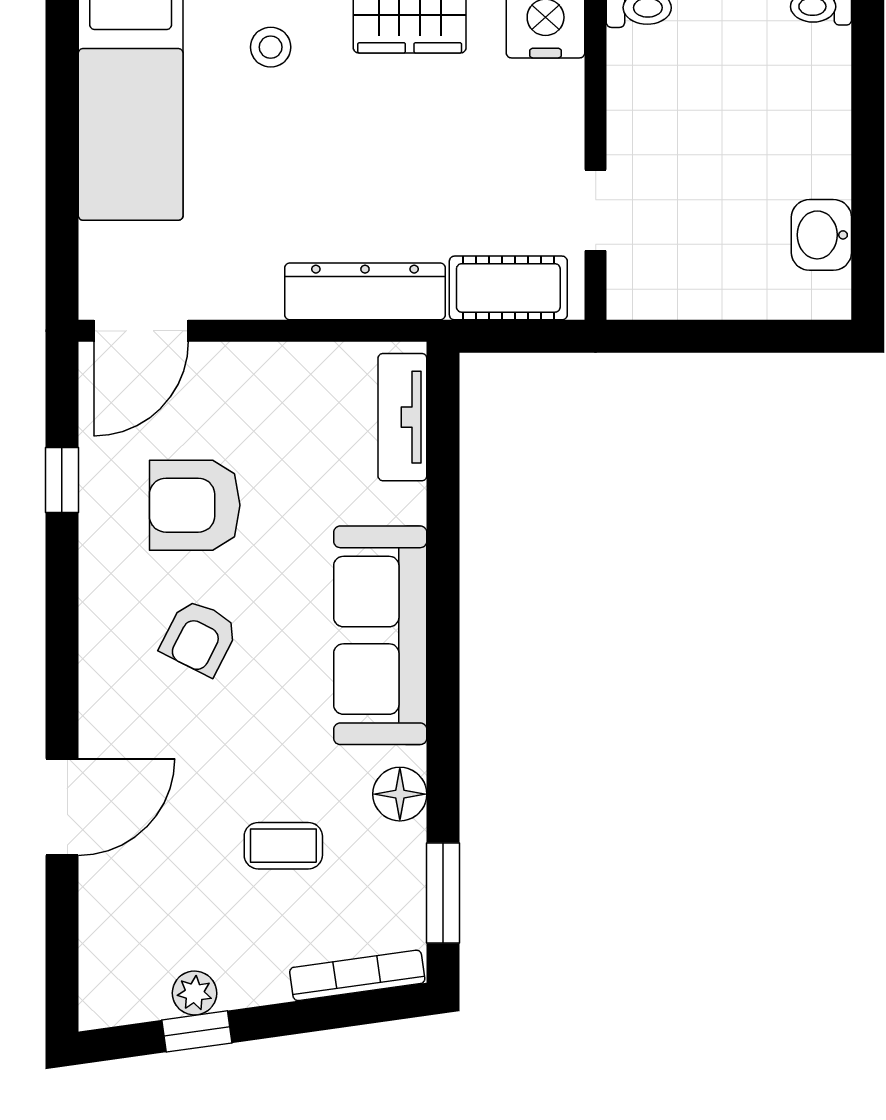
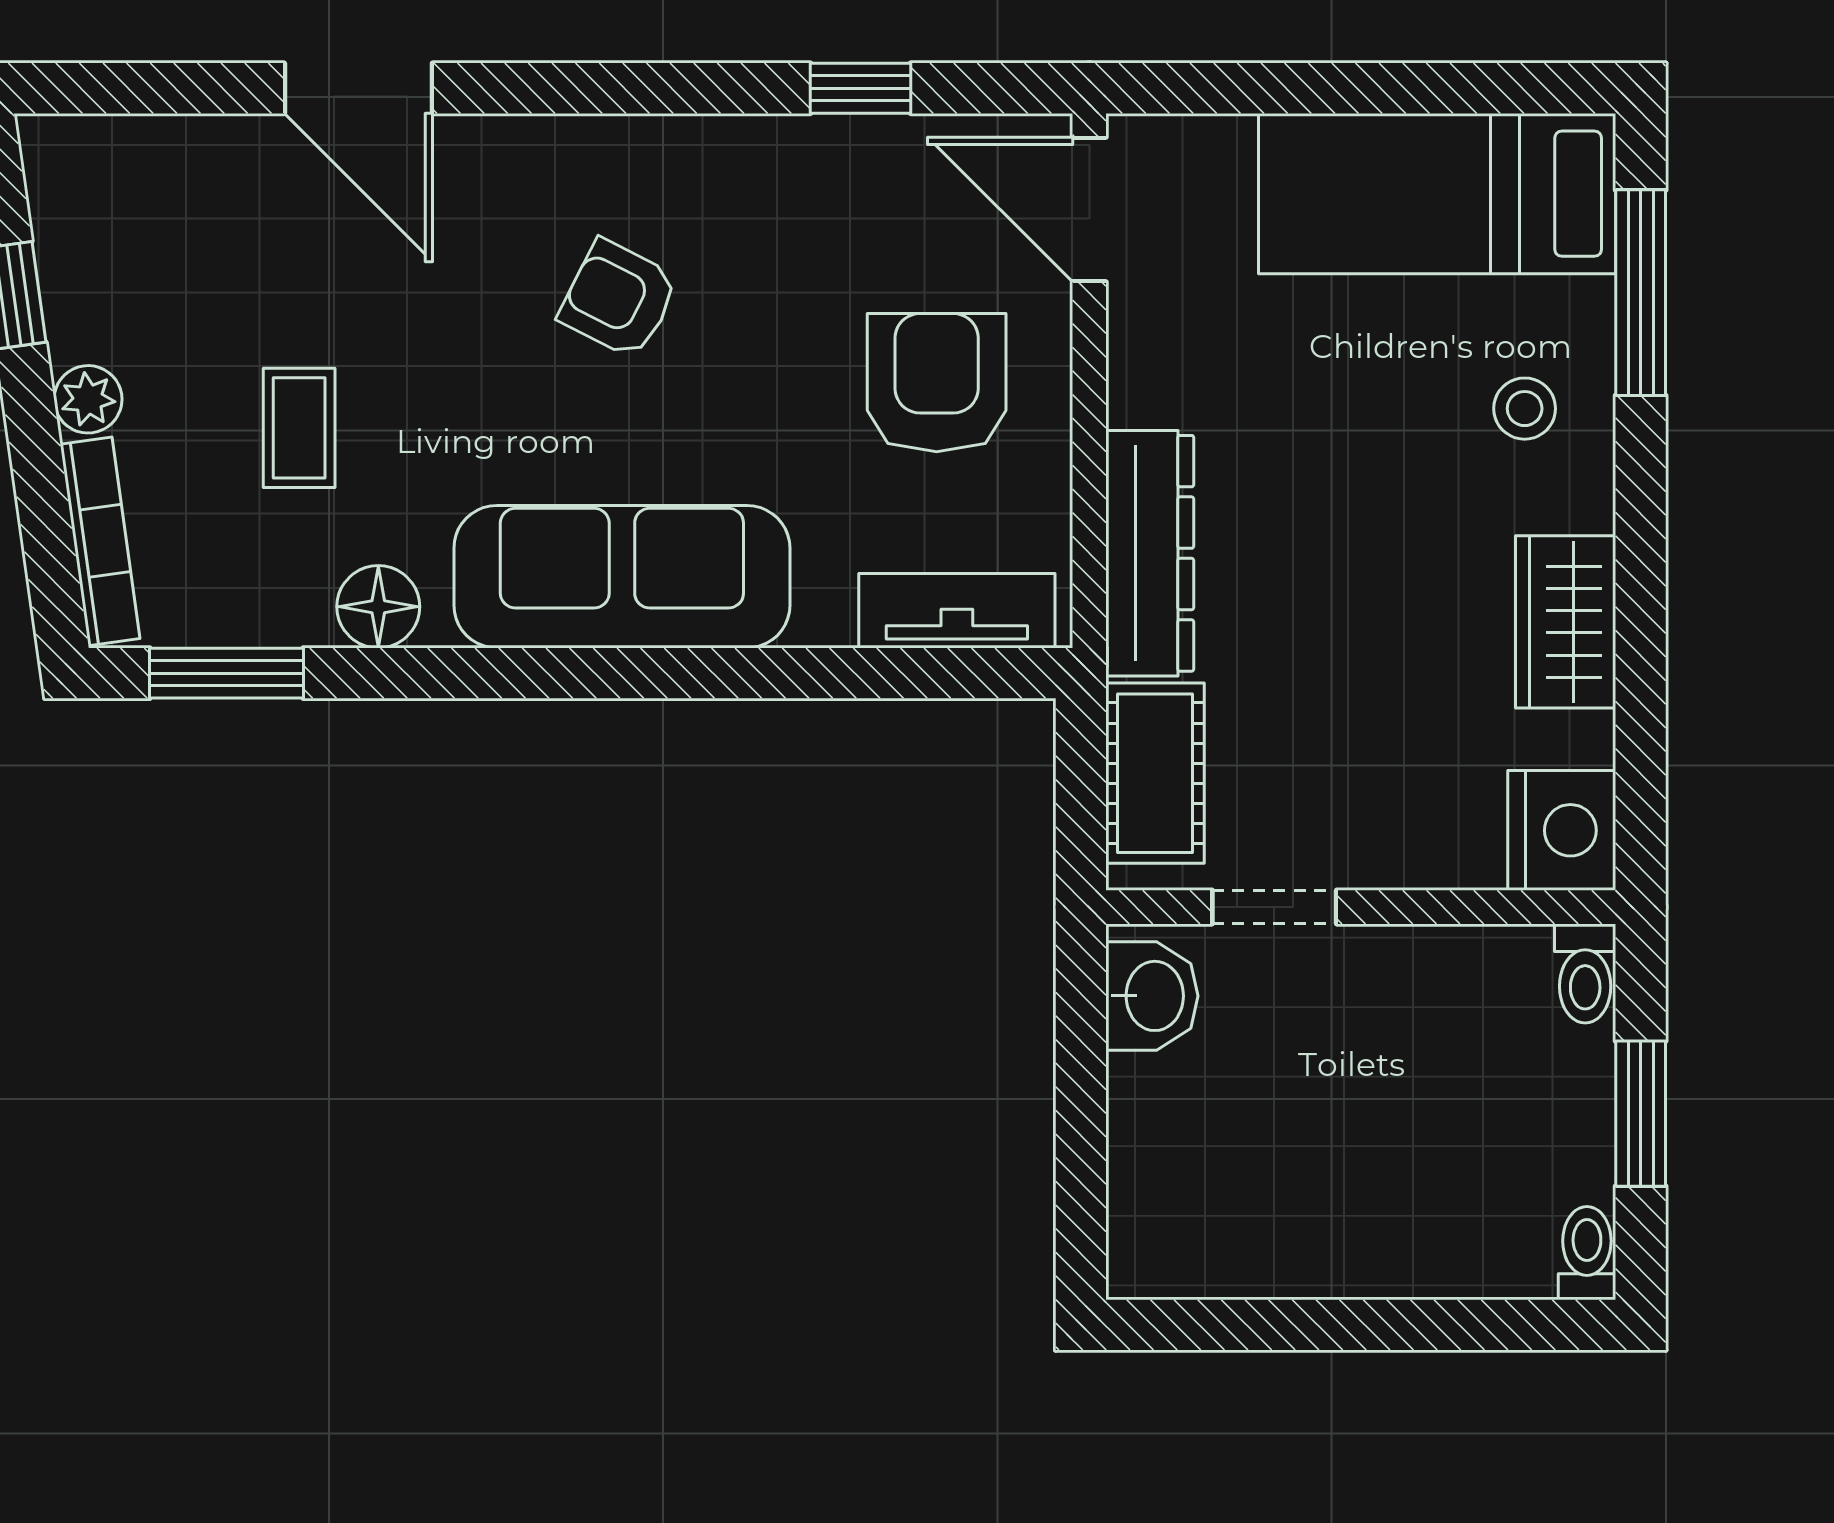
washbasin: (821, 235) -> (1152, 996), moved, turned 90
armchair: (195, 505) -> (937, 383), moved
plant: (195, 993) -> (88, 399), moved

